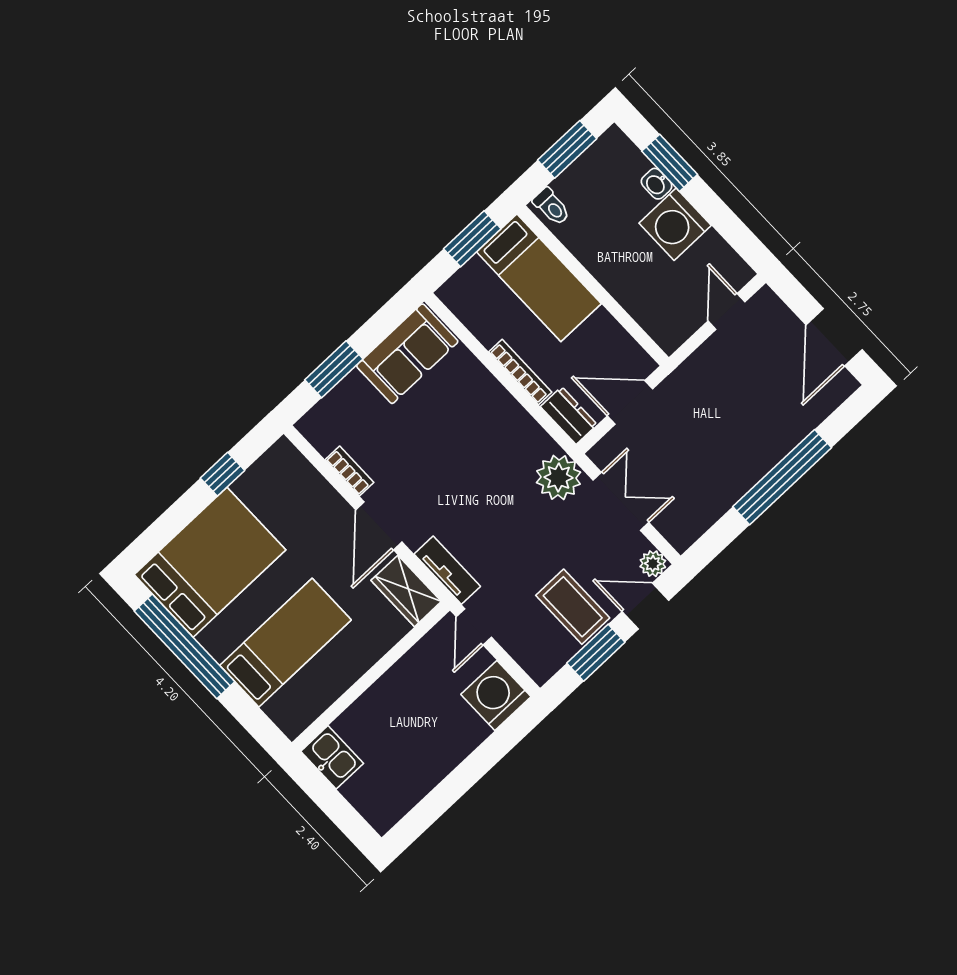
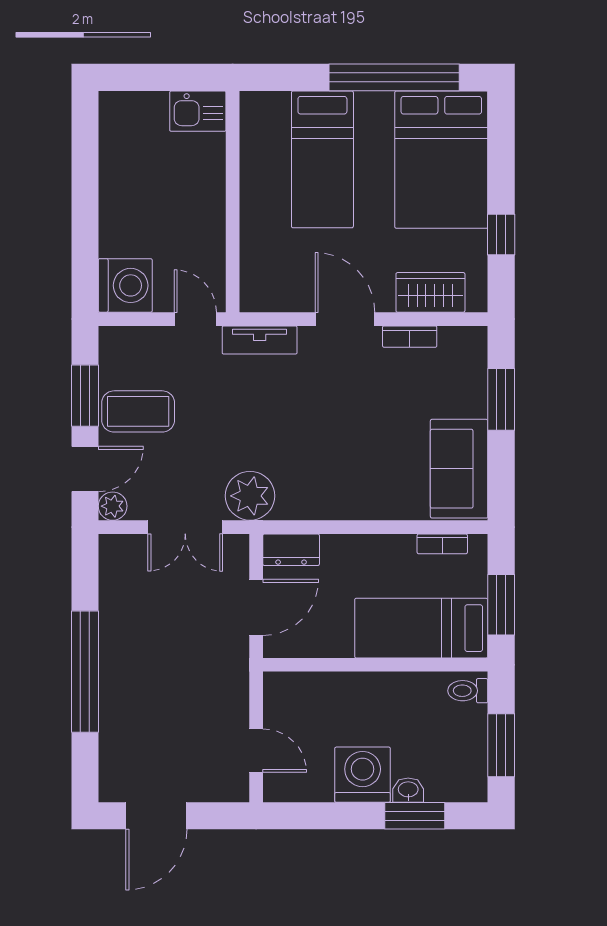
door: (834, 337) -> (156, 816), swing flipped
bookcase: (520, 372) -> (442, 544), moved, width x0.64
wardrobe: (406, 591) -> (430, 292), moved

